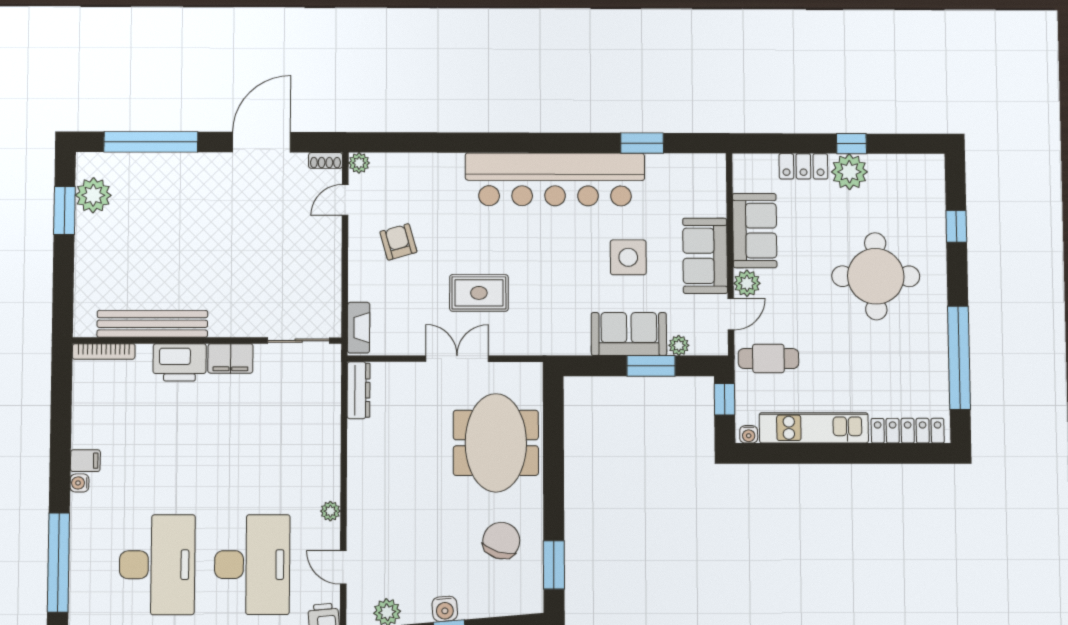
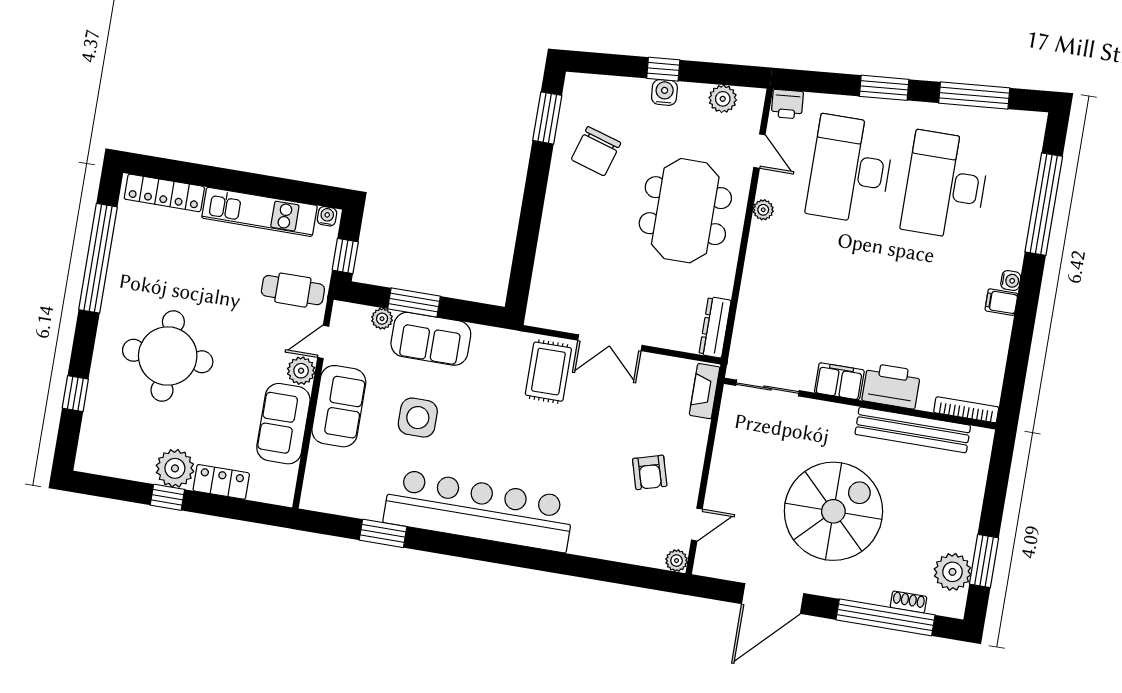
shoe rack: (325, 160) -> (908, 602), moved
spiral stairs: (217, 234) -> (833, 511), added
rug: (479, 293) -> (548, 372), moved, turned 90
meeting table: (496, 443) -> (685, 211), moved

